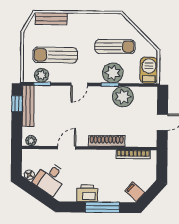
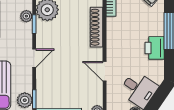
plant: (113, 73) -> (26, 16), width x0.53, depth x0.53
door: (79, 84) -> (34, 58), hinge flipped

